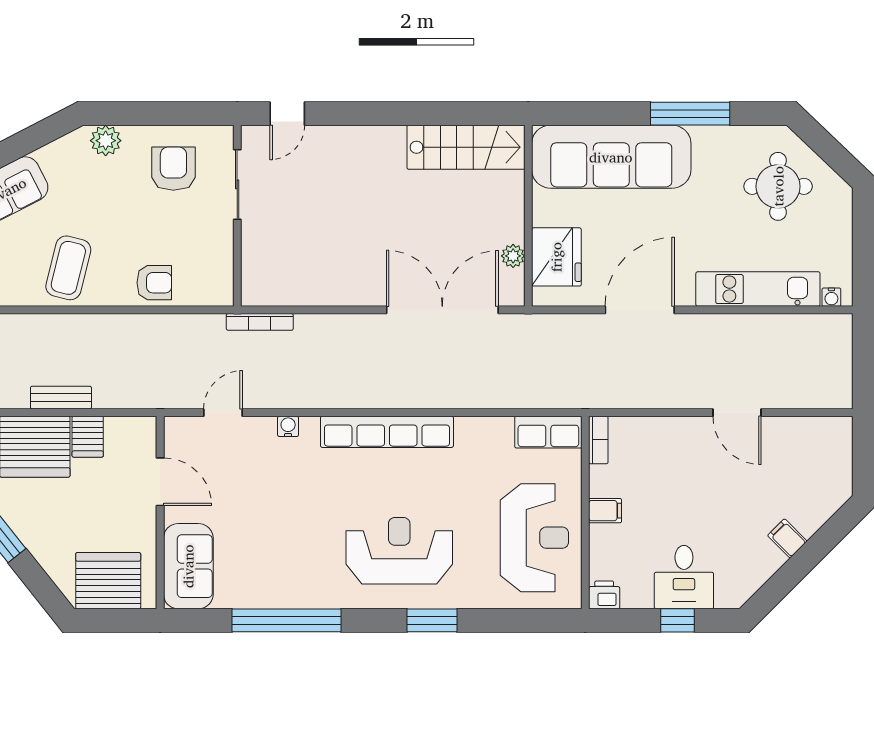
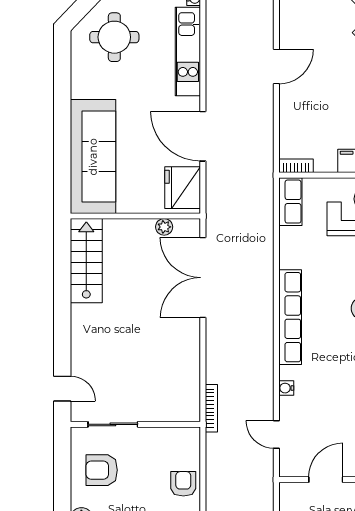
window: (690, 114) -> (62, 100), removed
fridge: (556, 257) -> (183, 188), moved, turned -90

